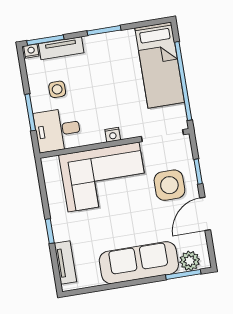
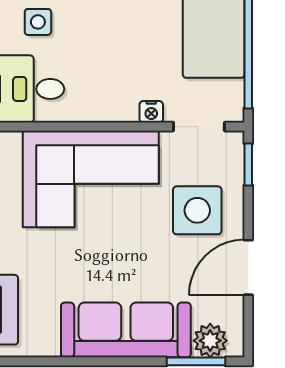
nightstand: (113, 135) -> (151, 112), moved
doorway: (162, 136) -> (199, 127), width x0.73
window: (198, 171) -> (248, 164), moved

